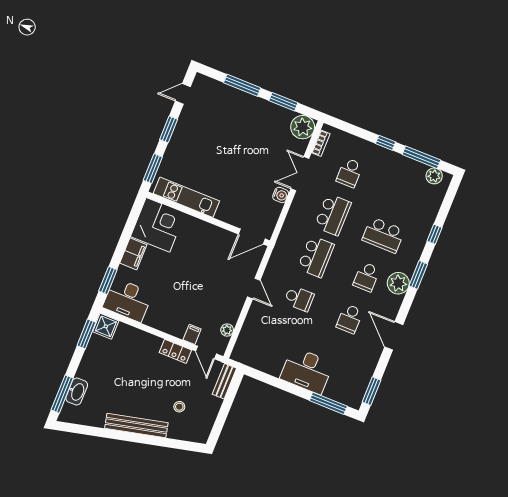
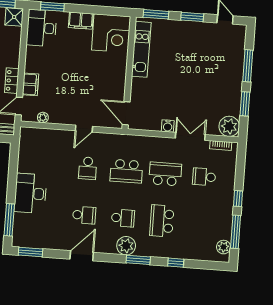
school desk: (333, 215) -> (165, 174), turned 180
school desk: (366, 277) -> (123, 218), turned 180
school desk: (350, 319) -> (84, 215), turned 180
filing cabinet: (192, 334) -> (30, 84), width x2.00

